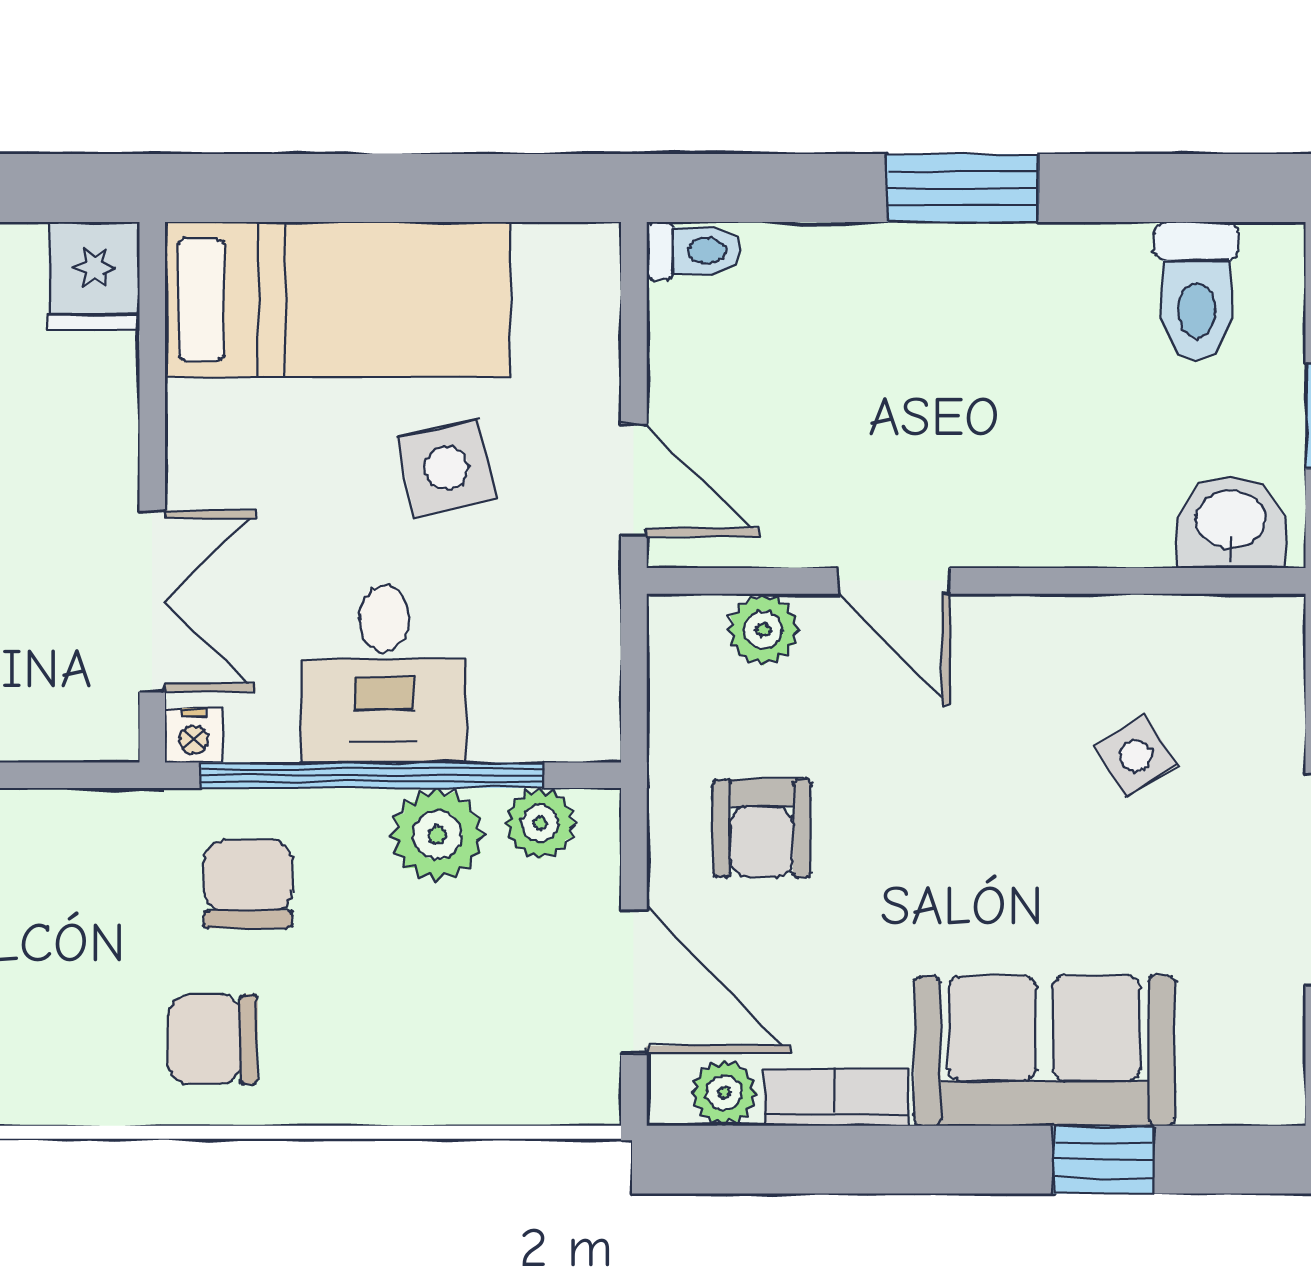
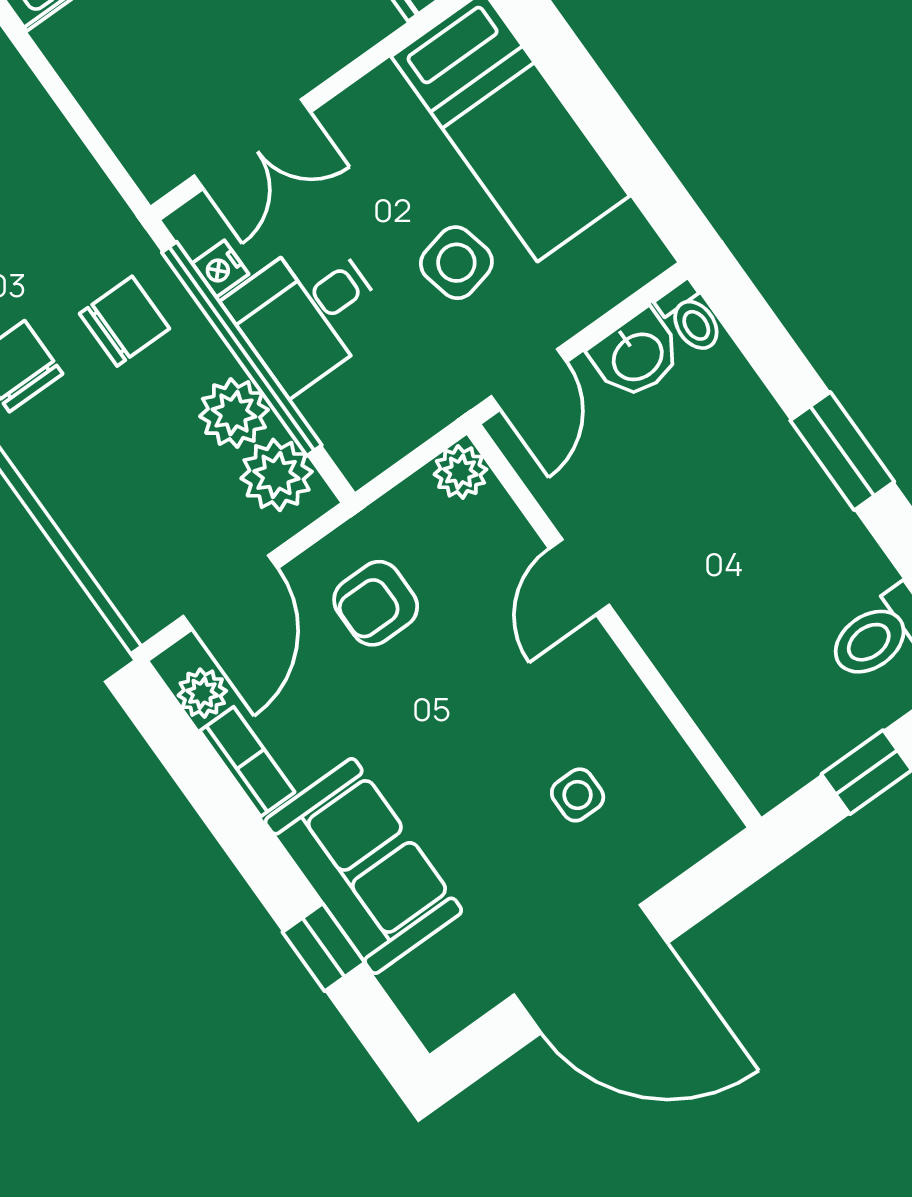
washbasin: (1231, 522) -> (637, 355), moved, turned 90
plant: (763, 630) -> (460, 472), moved
nightstand: (194, 735) -> (220, 269), moved
side table: (1135, 756) -> (578, 795), turned 32
plant: (540, 823) -> (277, 475), width x1.38, depth x1.38

